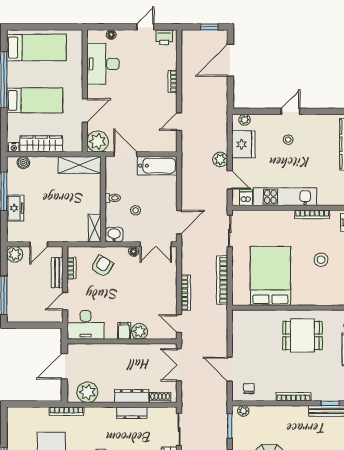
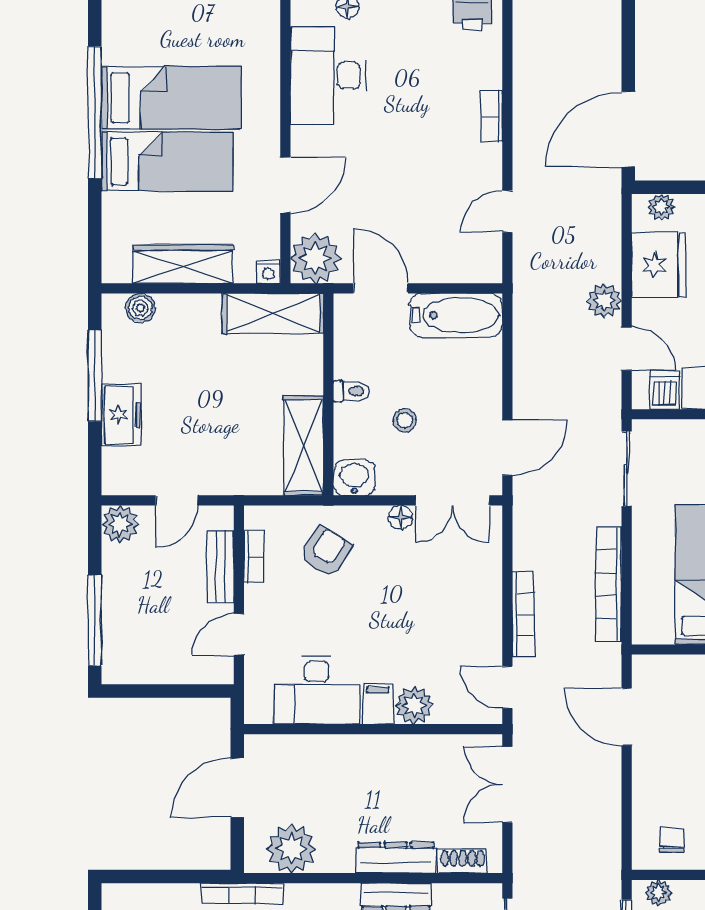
bed: (36, 47) -> (171, 98), moved
door: (230, 60) -> (628, 129), moved
nightstand: (14, 147) -> (268, 272), moved
shelving: (95, 228) -> (303, 446), width x1.50, depth x1.33
desk: (86, 325) -> (317, 690), moved
door: (230, 369) -> (627, 717), moved

